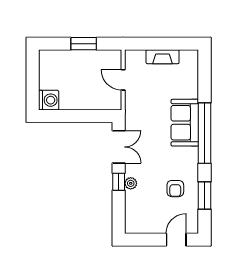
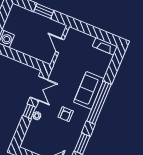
fireplace: (163, 57) -> (105, 46), moved
armchair: (175, 189) -> (66, 114), moved

